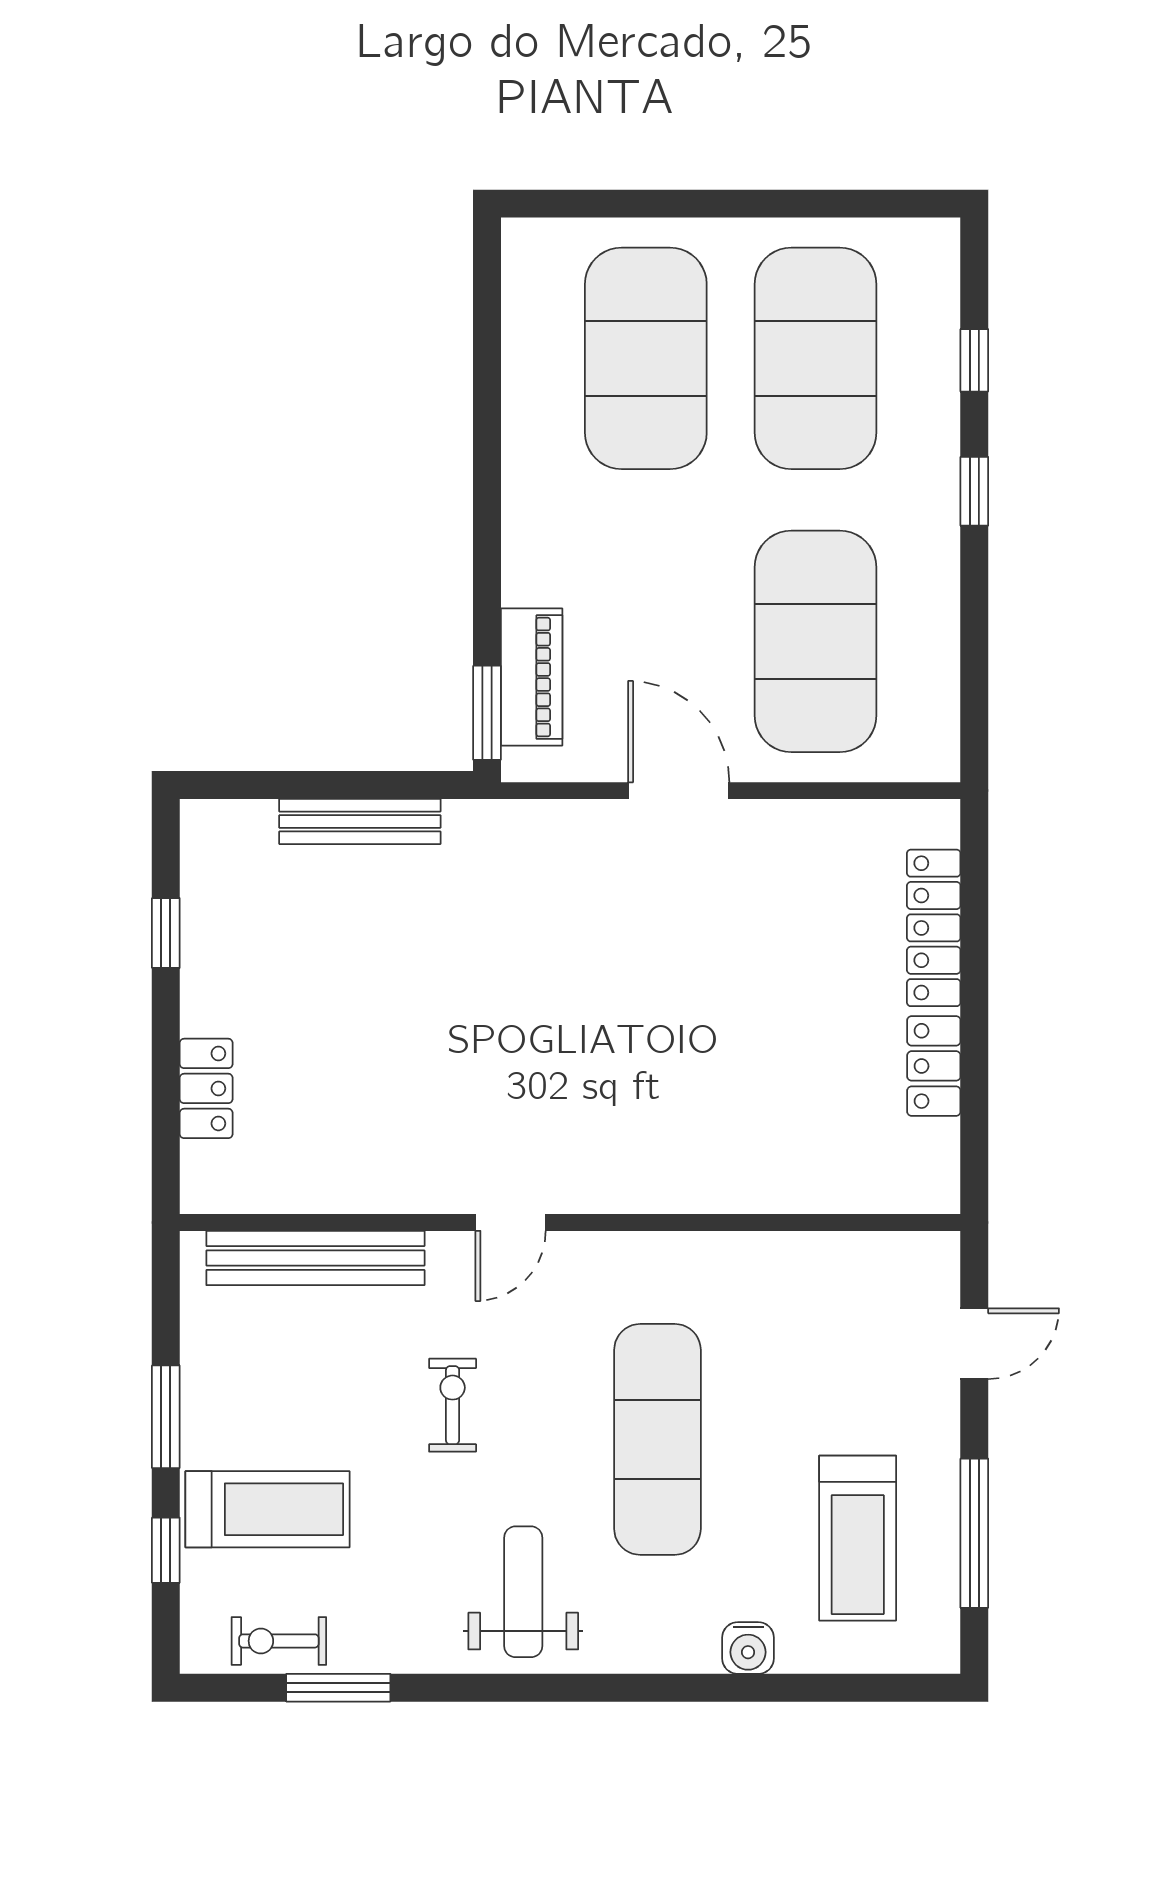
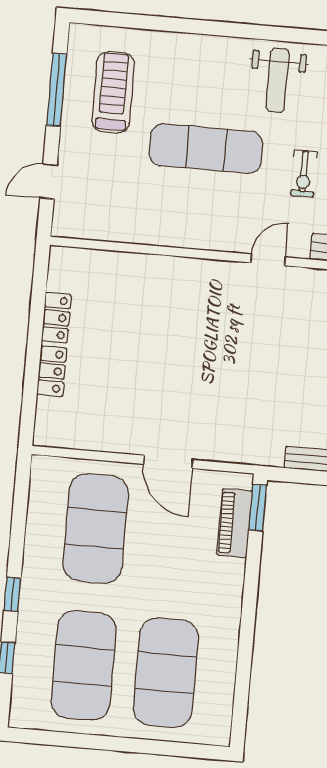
locker: (934, 928) -> (52, 371), width x0.66
exercise mat: (657, 1439) -> (206, 149), turned 90
water cooler: (748, 1648) -> (171, 44), removed

